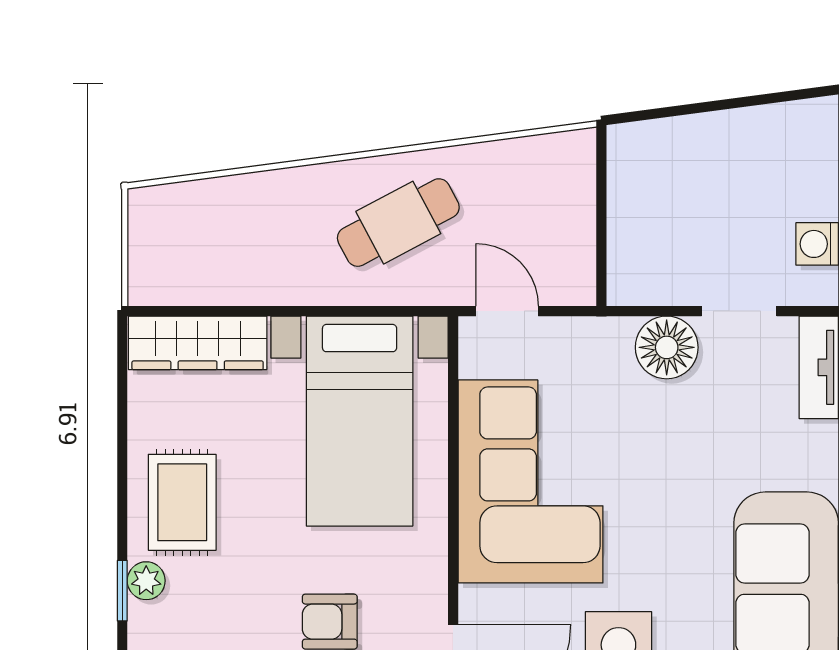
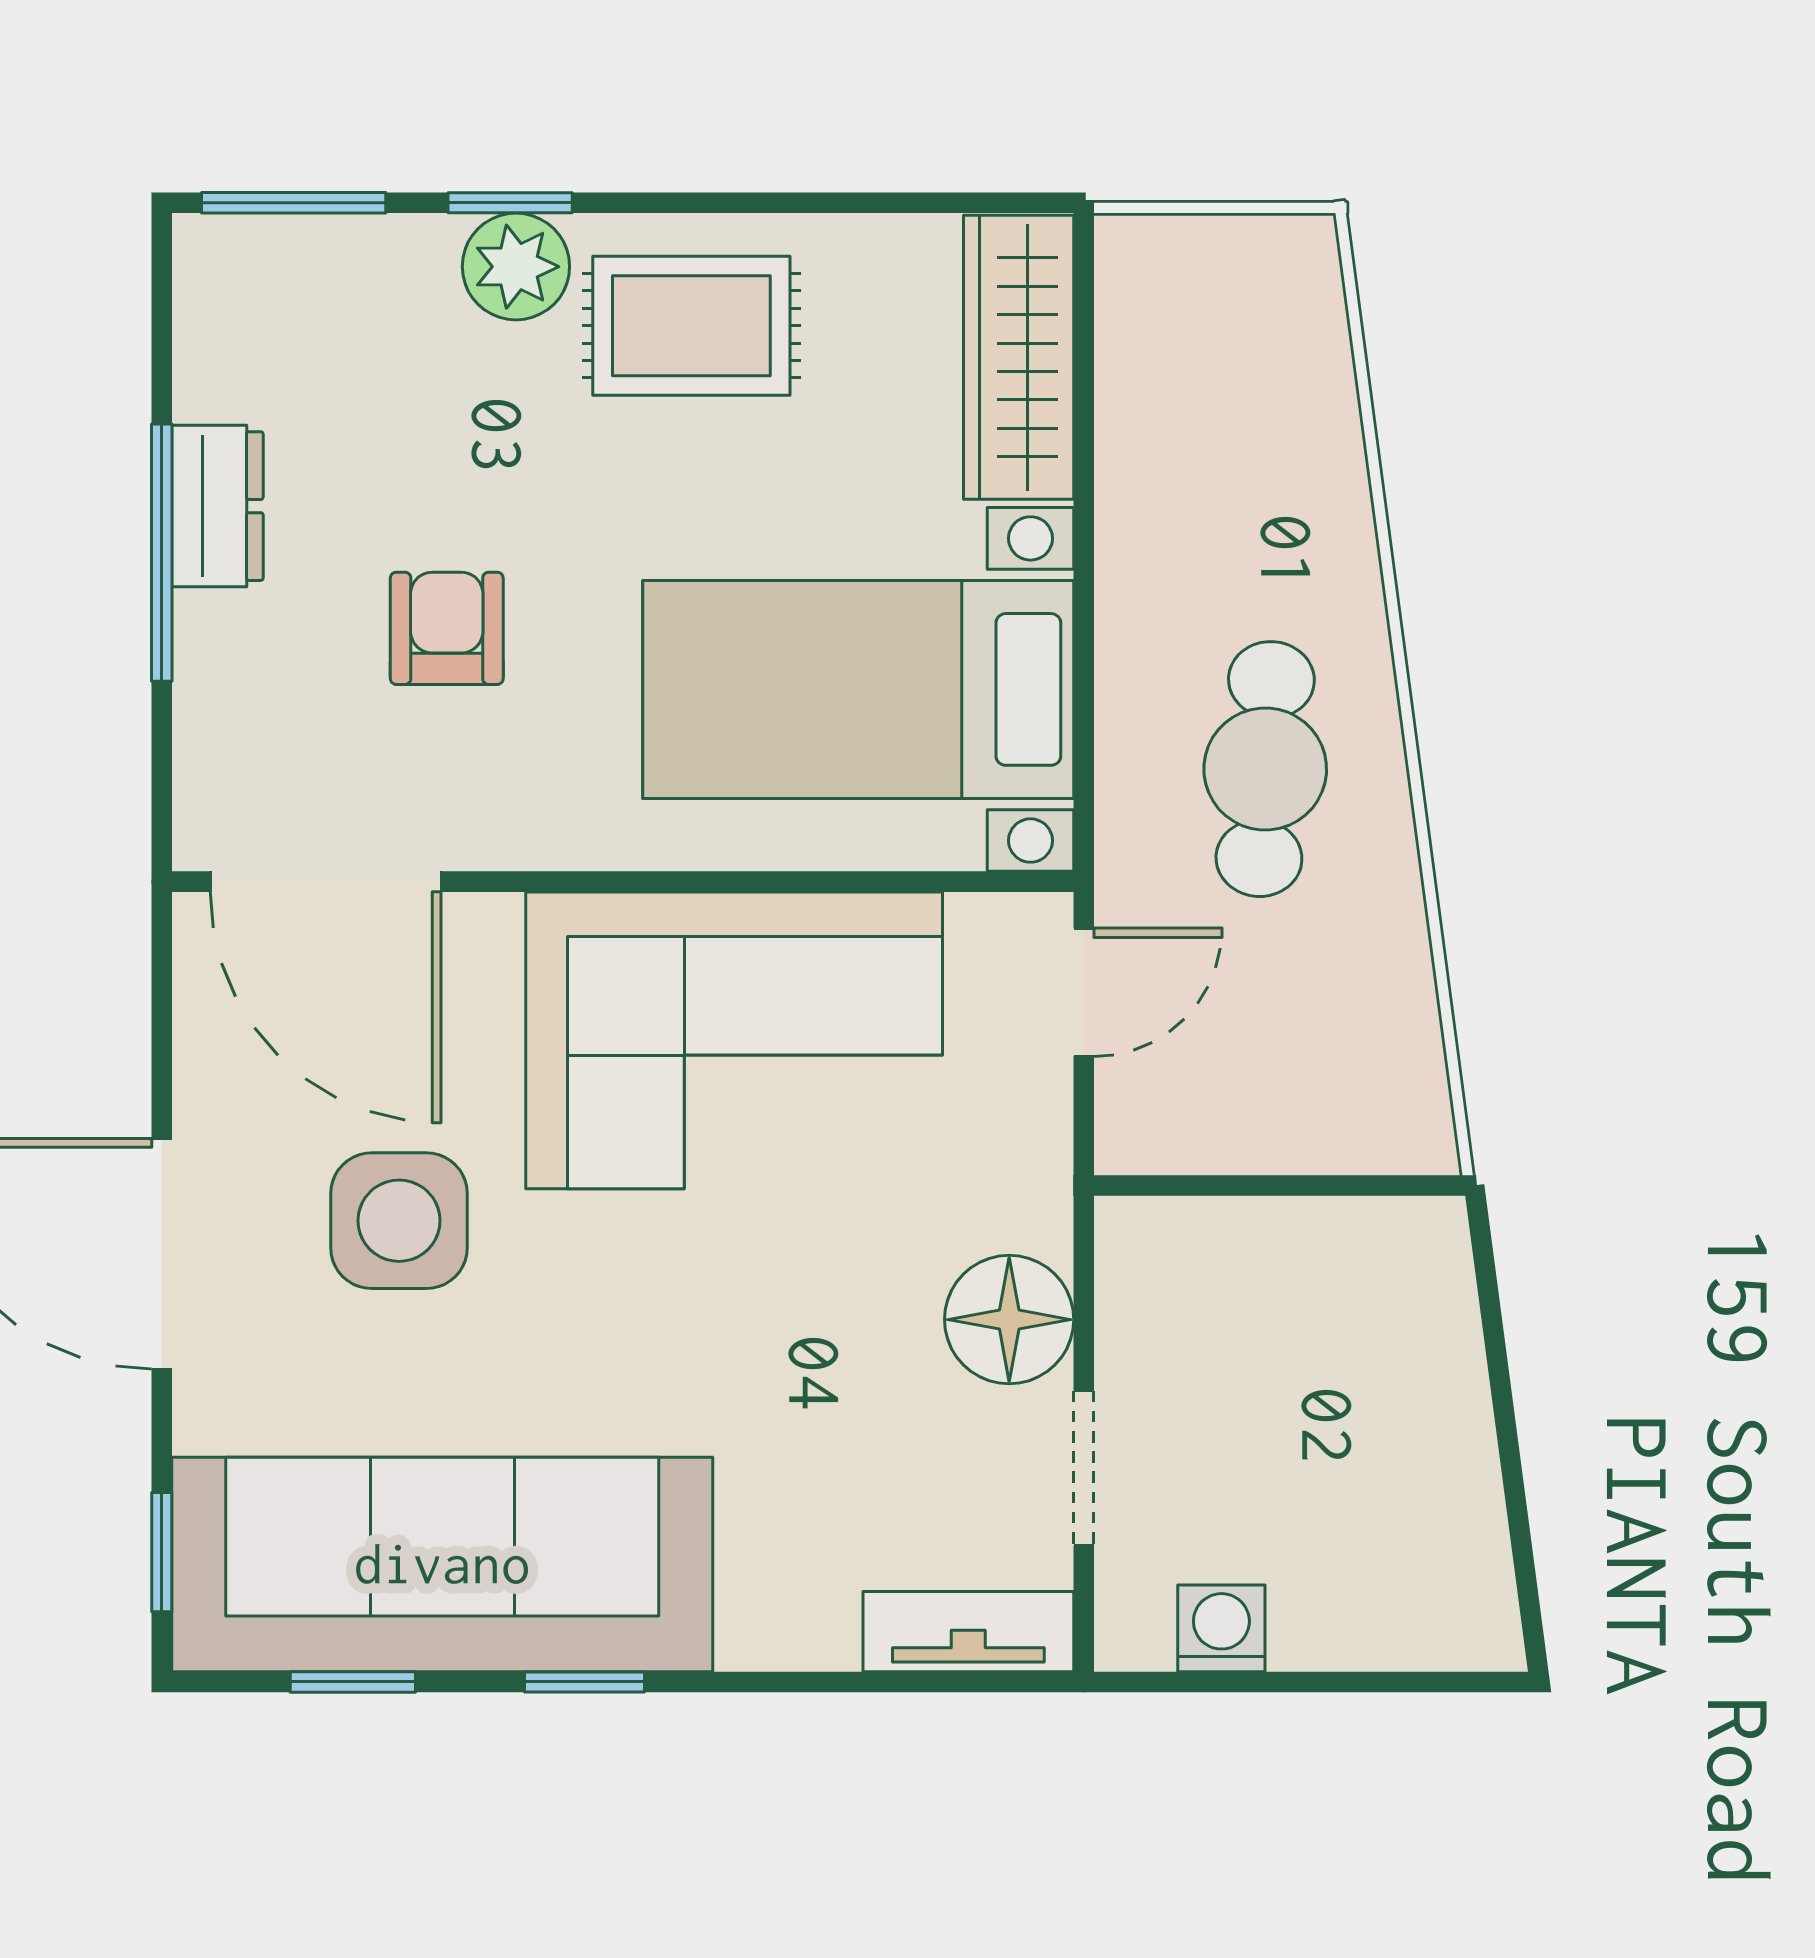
cafe table: (398, 223) -> (1265, 769), turned 32
plant: (146, 581) -> (516, 267), width x1.38, depth x1.38

